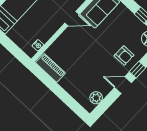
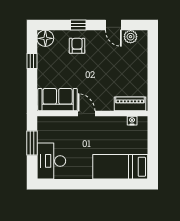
piano: (50, 68) -> (130, 104), moved, turned 90
door: (123, 85) -> (113, 25), moved

